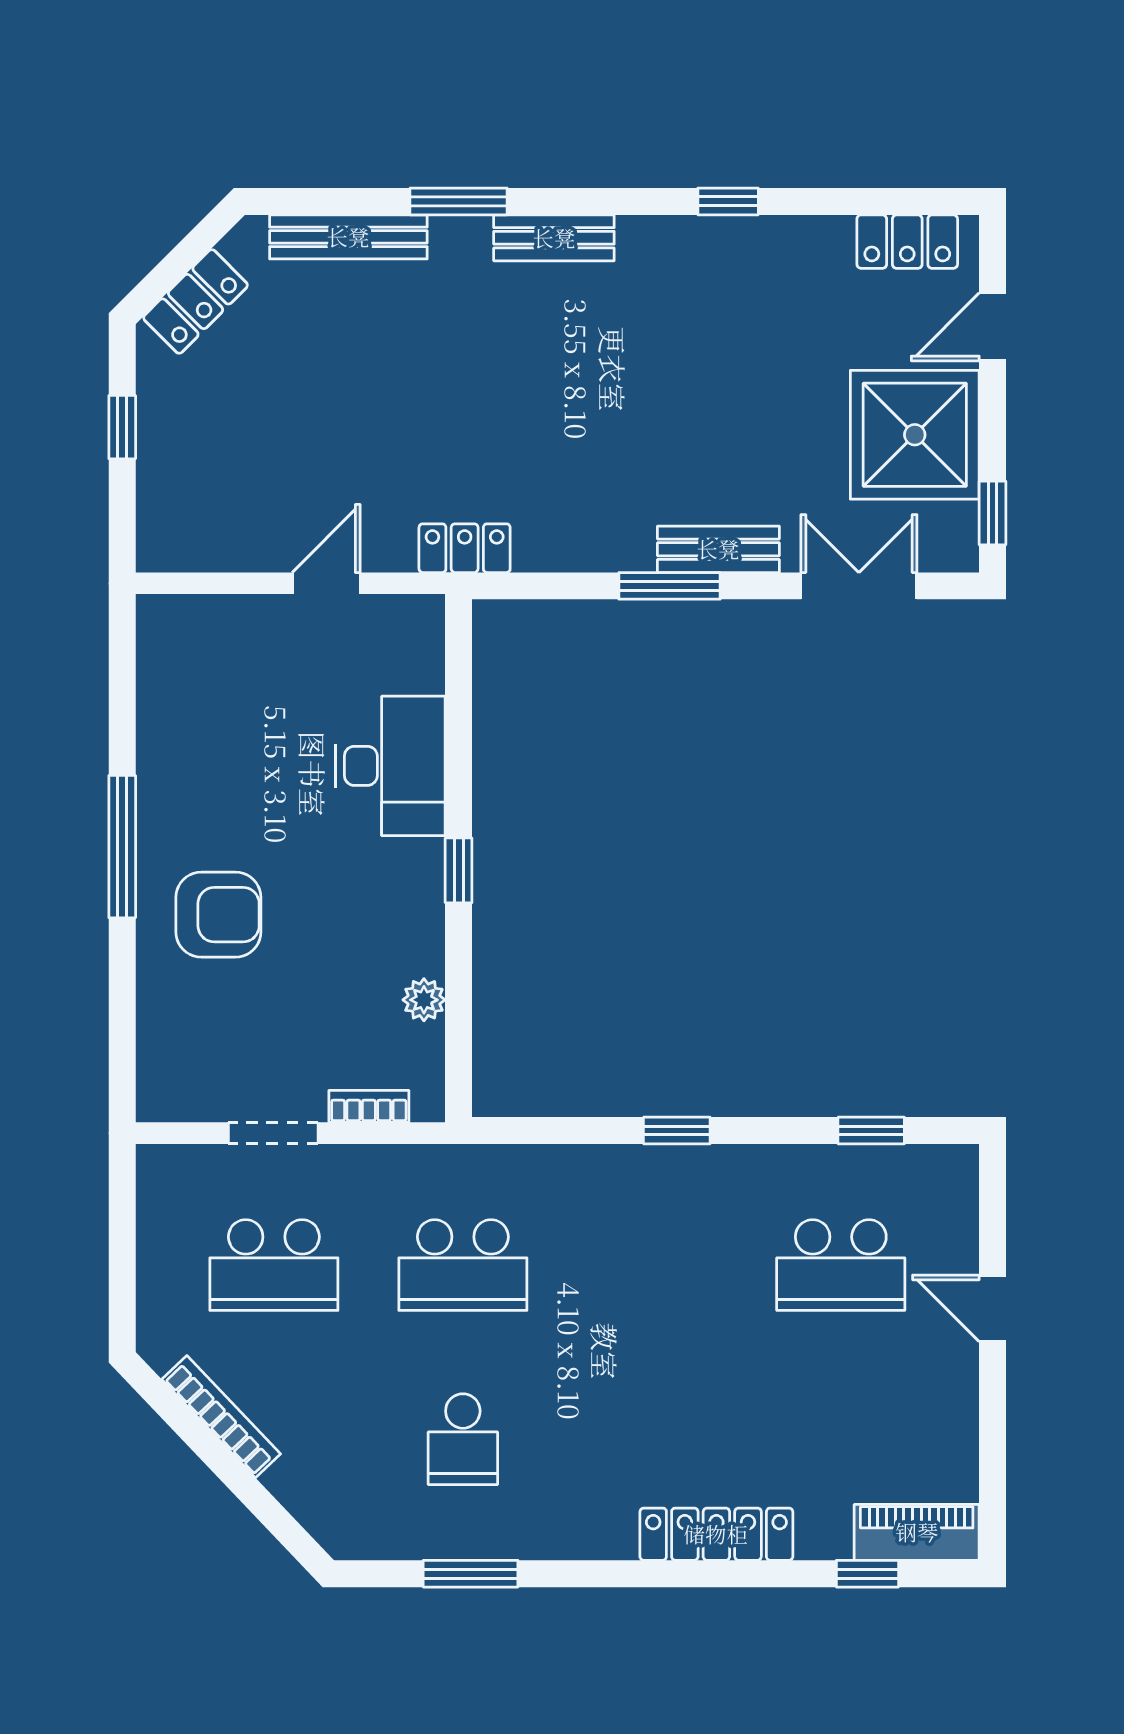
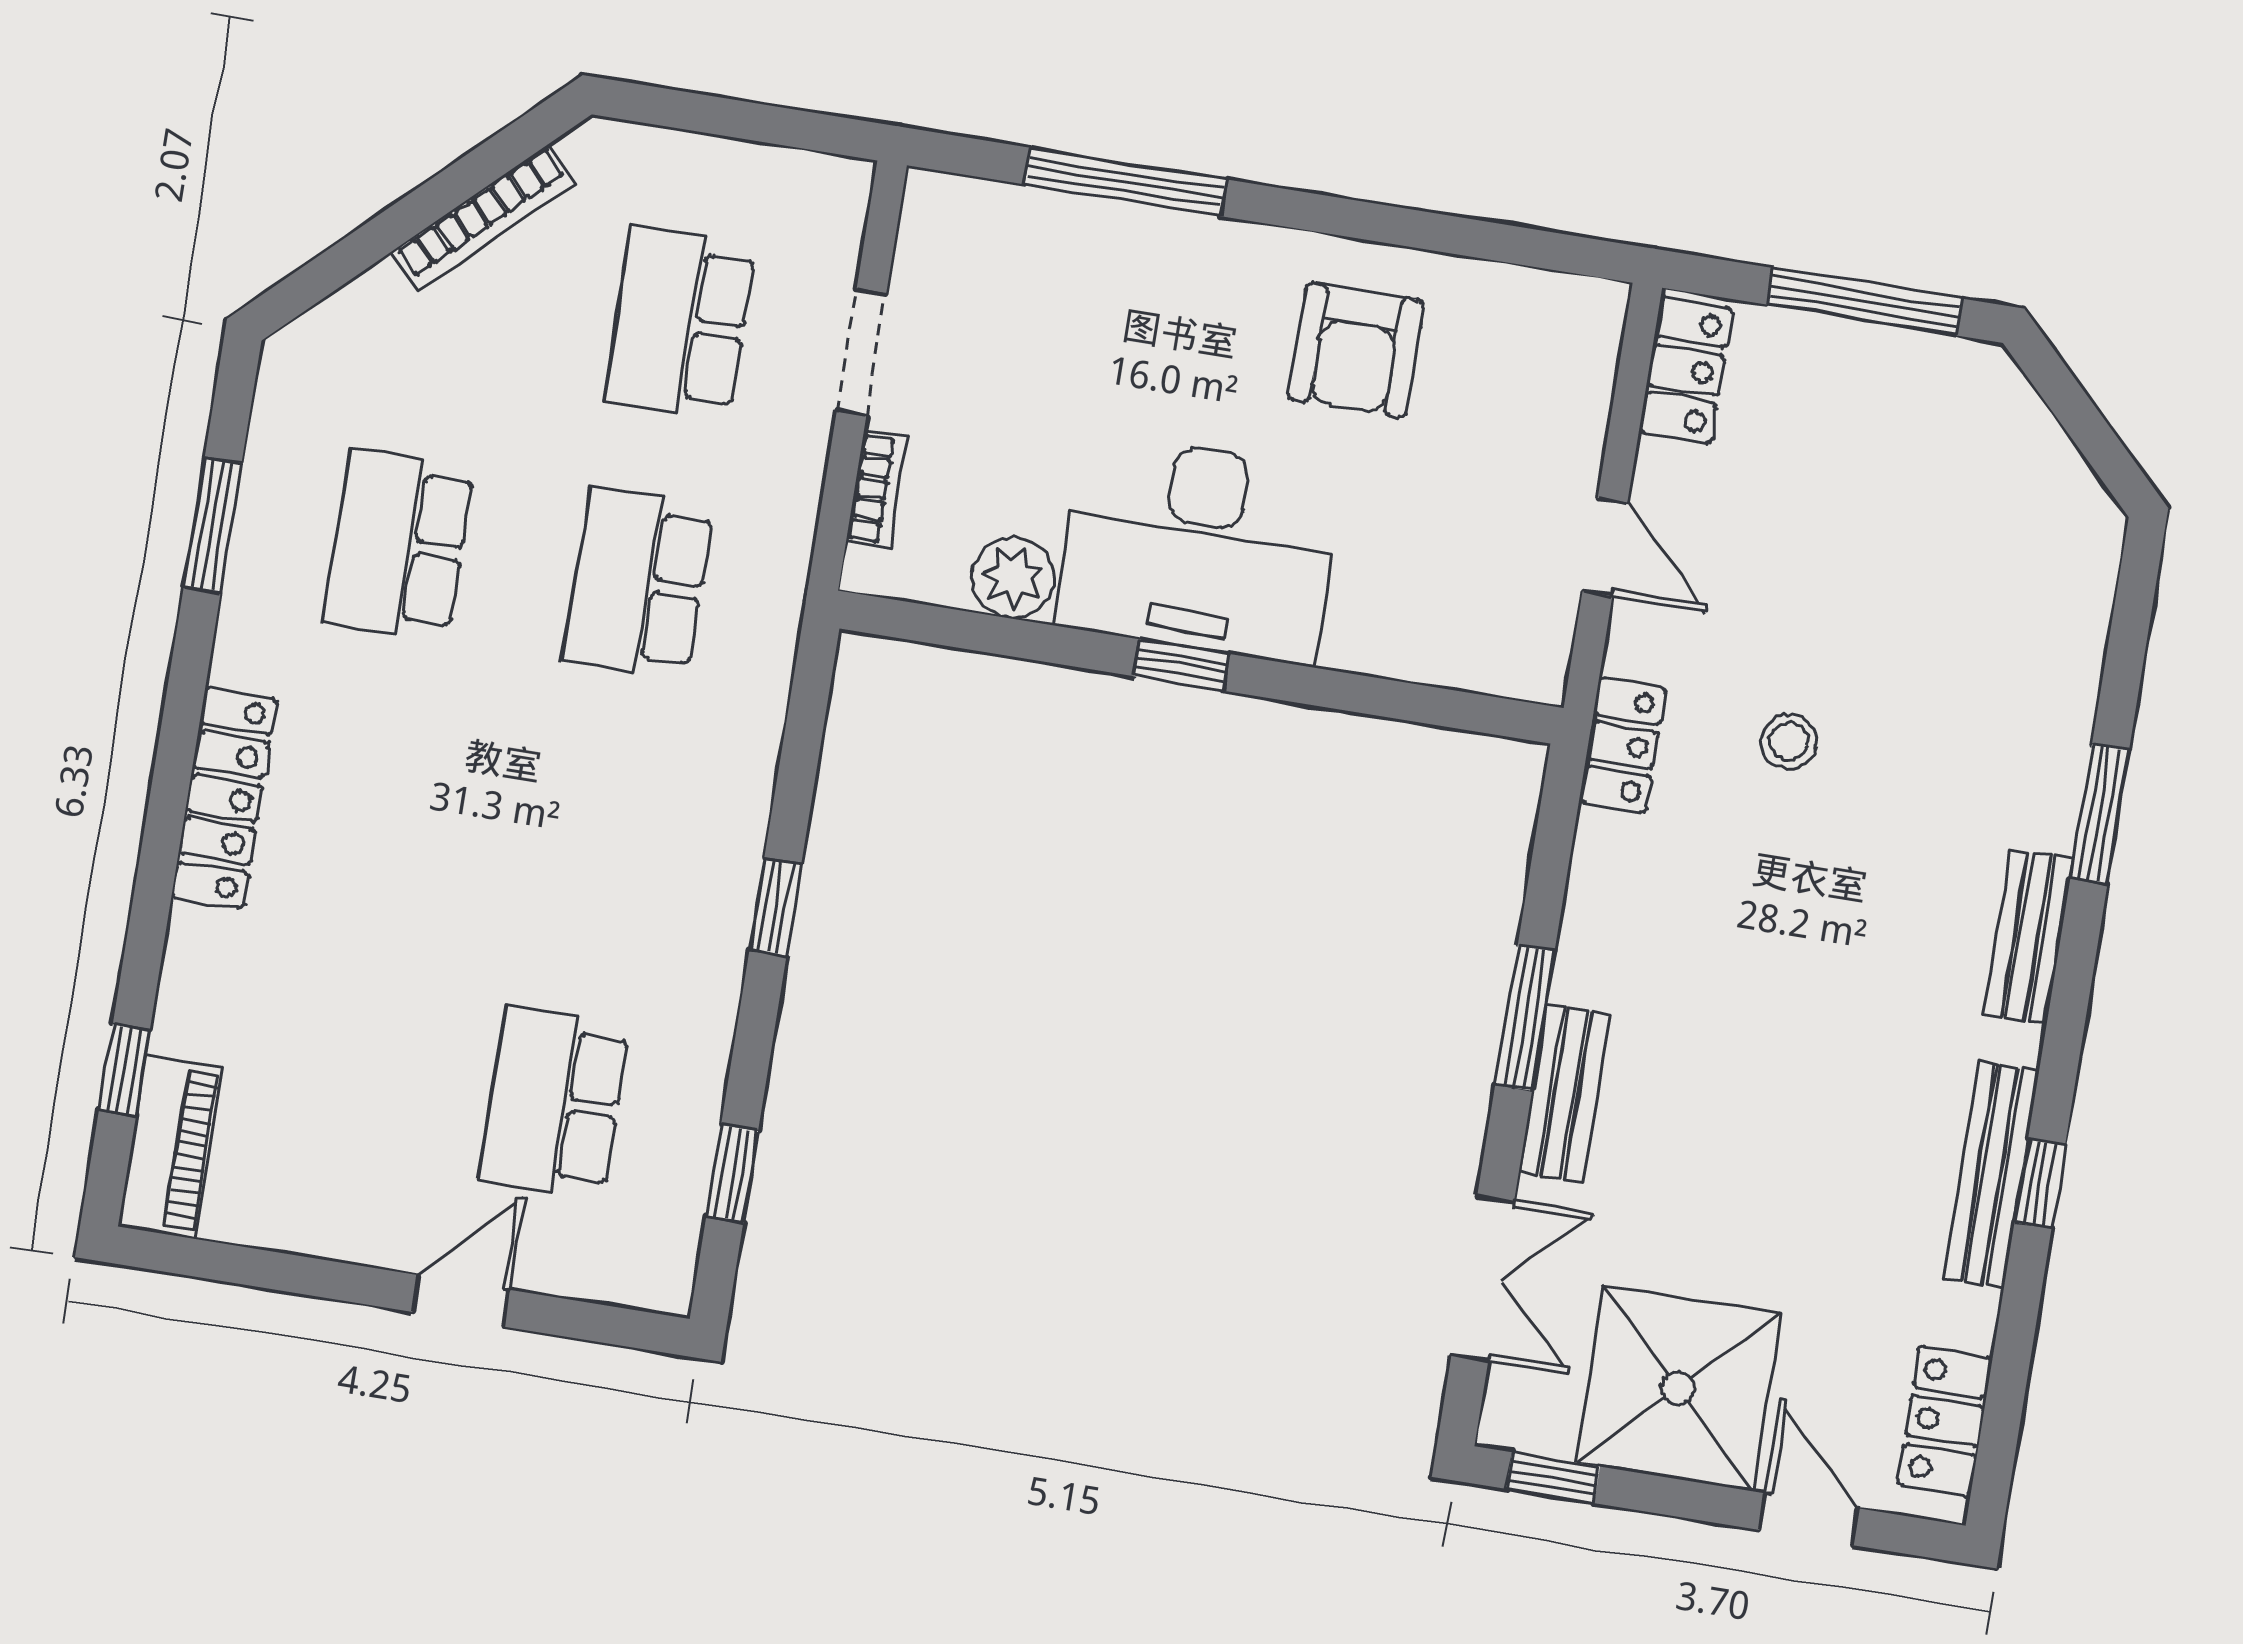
bench: (348, 237) -> (1991, 1175), moved
locker: (195, 301) -> (1686, 370), moved, turned -135
window: (122, 427) -> (1865, 302), width x2.17
stool: (443, 430) -> (1789, 741), added
desk: (390, 766) -> (1199, 549), moved, width x1.36, depth x1.30
window: (122, 847) -> (1126, 182), moved
armchair: (218, 915) -> (1356, 350), moved
plant: (424, 1000) -> (1013, 578), width x1.38, depth x1.38
school desk: (463, 1439) -> (399, 544), width x1.85
locker: (716, 1534) -> (224, 798), moved

